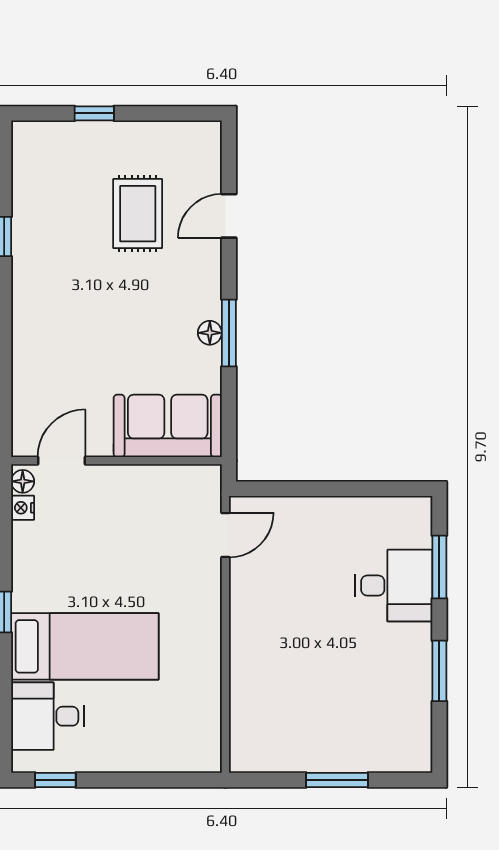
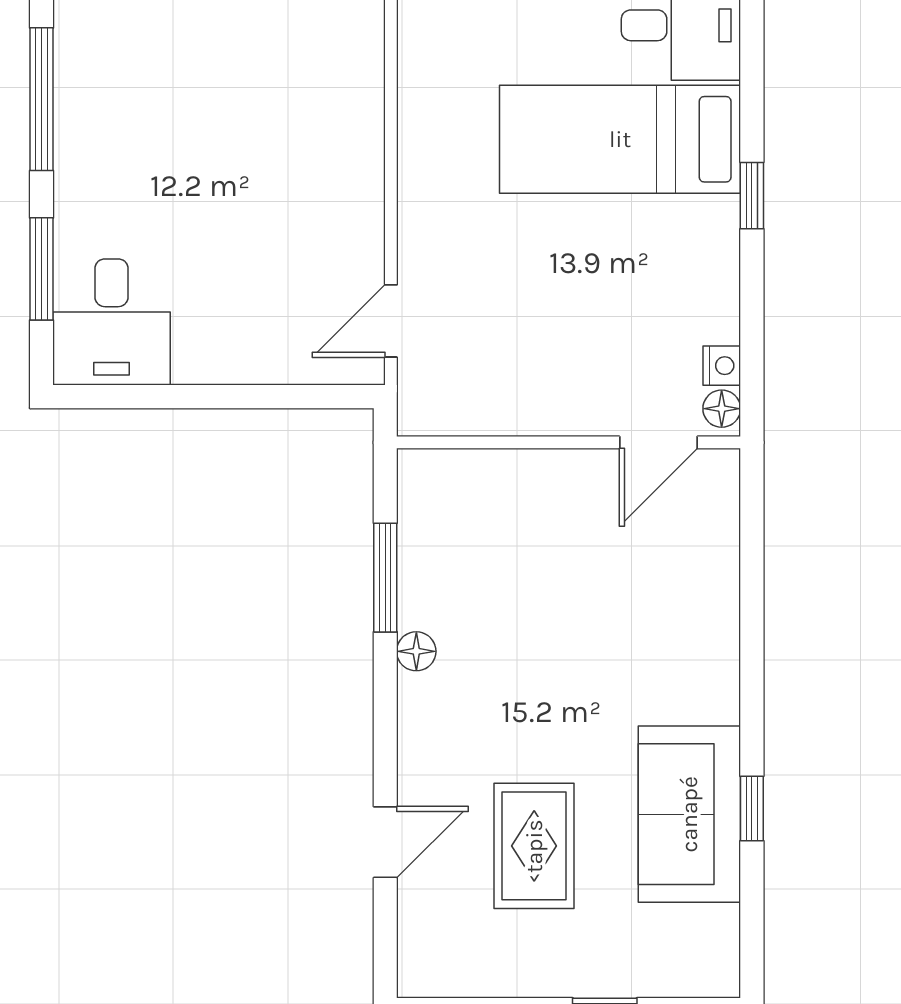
window: (229, 333) -> (385, 578), moved
sofa: (168, 426) -> (689, 814), moved, turned 90
desk: (394, 586) -> (112, 322), moved, turned -90
window: (439, 671) -> (41, 99), width x1.44

